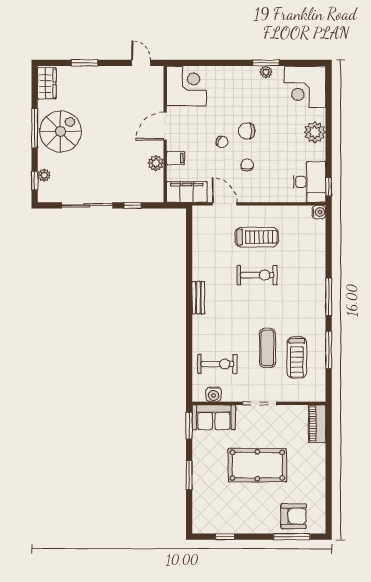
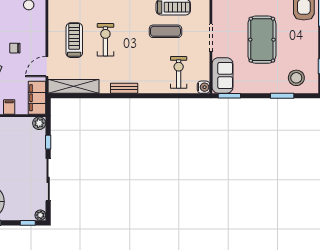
plant: (156, 163) -> (39, 123), moved
plant: (44, 175) -> (40, 215), moved
shelving: (201, 236) -> (74, 86), added
water cooler: (214, 394) -> (204, 87), moved
window: (189, 475) -> (282, 96), moved
stool: (211, 507) -> (296, 78), added

